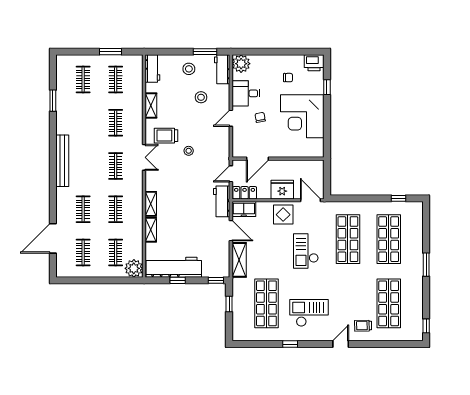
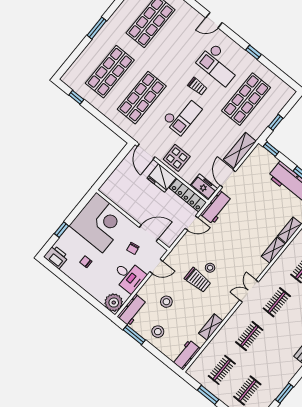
trolley: (166, 136) -> (198, 280), moved
door: (257, 159) -> (149, 233), moved
wall: (278, 159) -> (133, 220), moved
locker: (245, 193) -> (188, 195), width x1.53
trolley: (363, 326) -> (197, 86), moved

